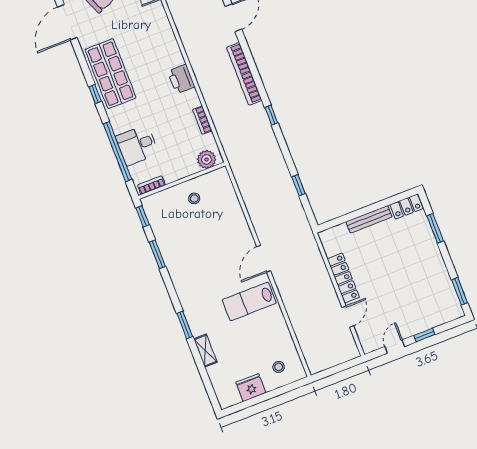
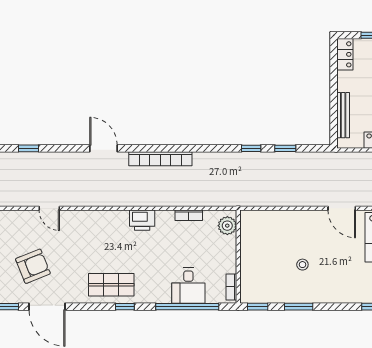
shop shelf: (110, 74) -> (111, 285), width x0.70, depth x0.74
window: (271, 115) -> (251, 148), moved
stool: (194, 198) -> (302, 265), moved
bench: (369, 219) -> (343, 115), moved

